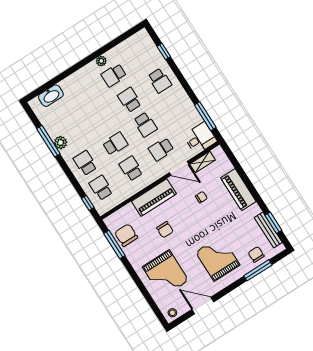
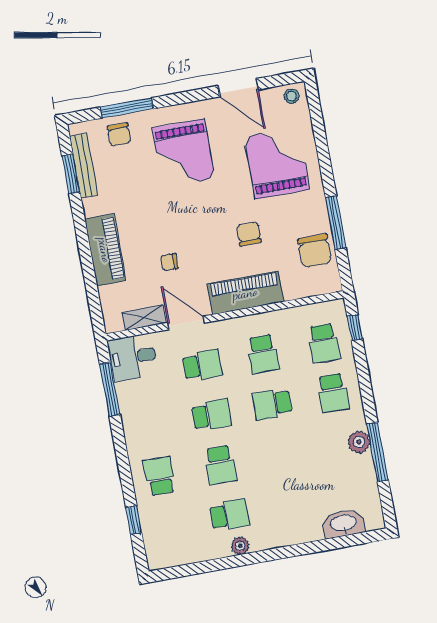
school desk: (145, 125) -> (211, 415), turned 90
window: (114, 244) -> (336, 223), moved

